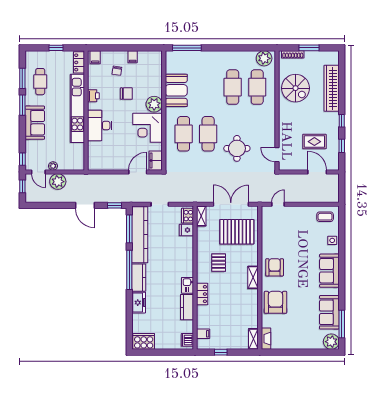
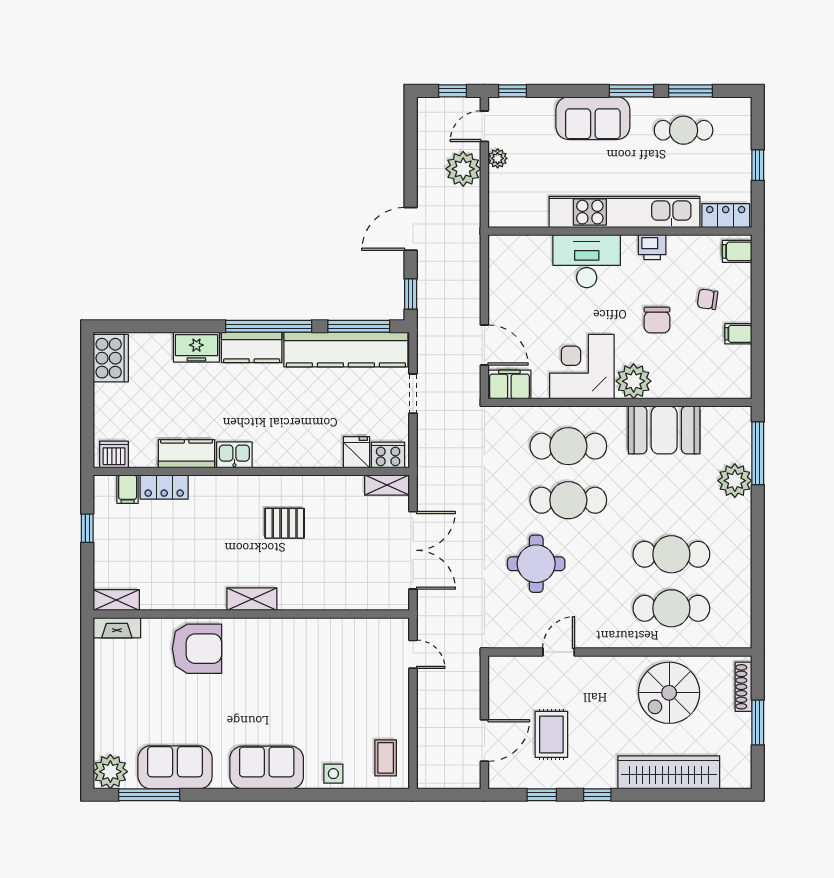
plant: (264, 58) -> (735, 481), moved
door: (277, 155) -> (559, 652), moved
pallet: (237, 232) -> (352, 564), removed
armchair: (275, 267) -> (274, 647), removed
locker: (202, 294) -> (164, 487), moved

